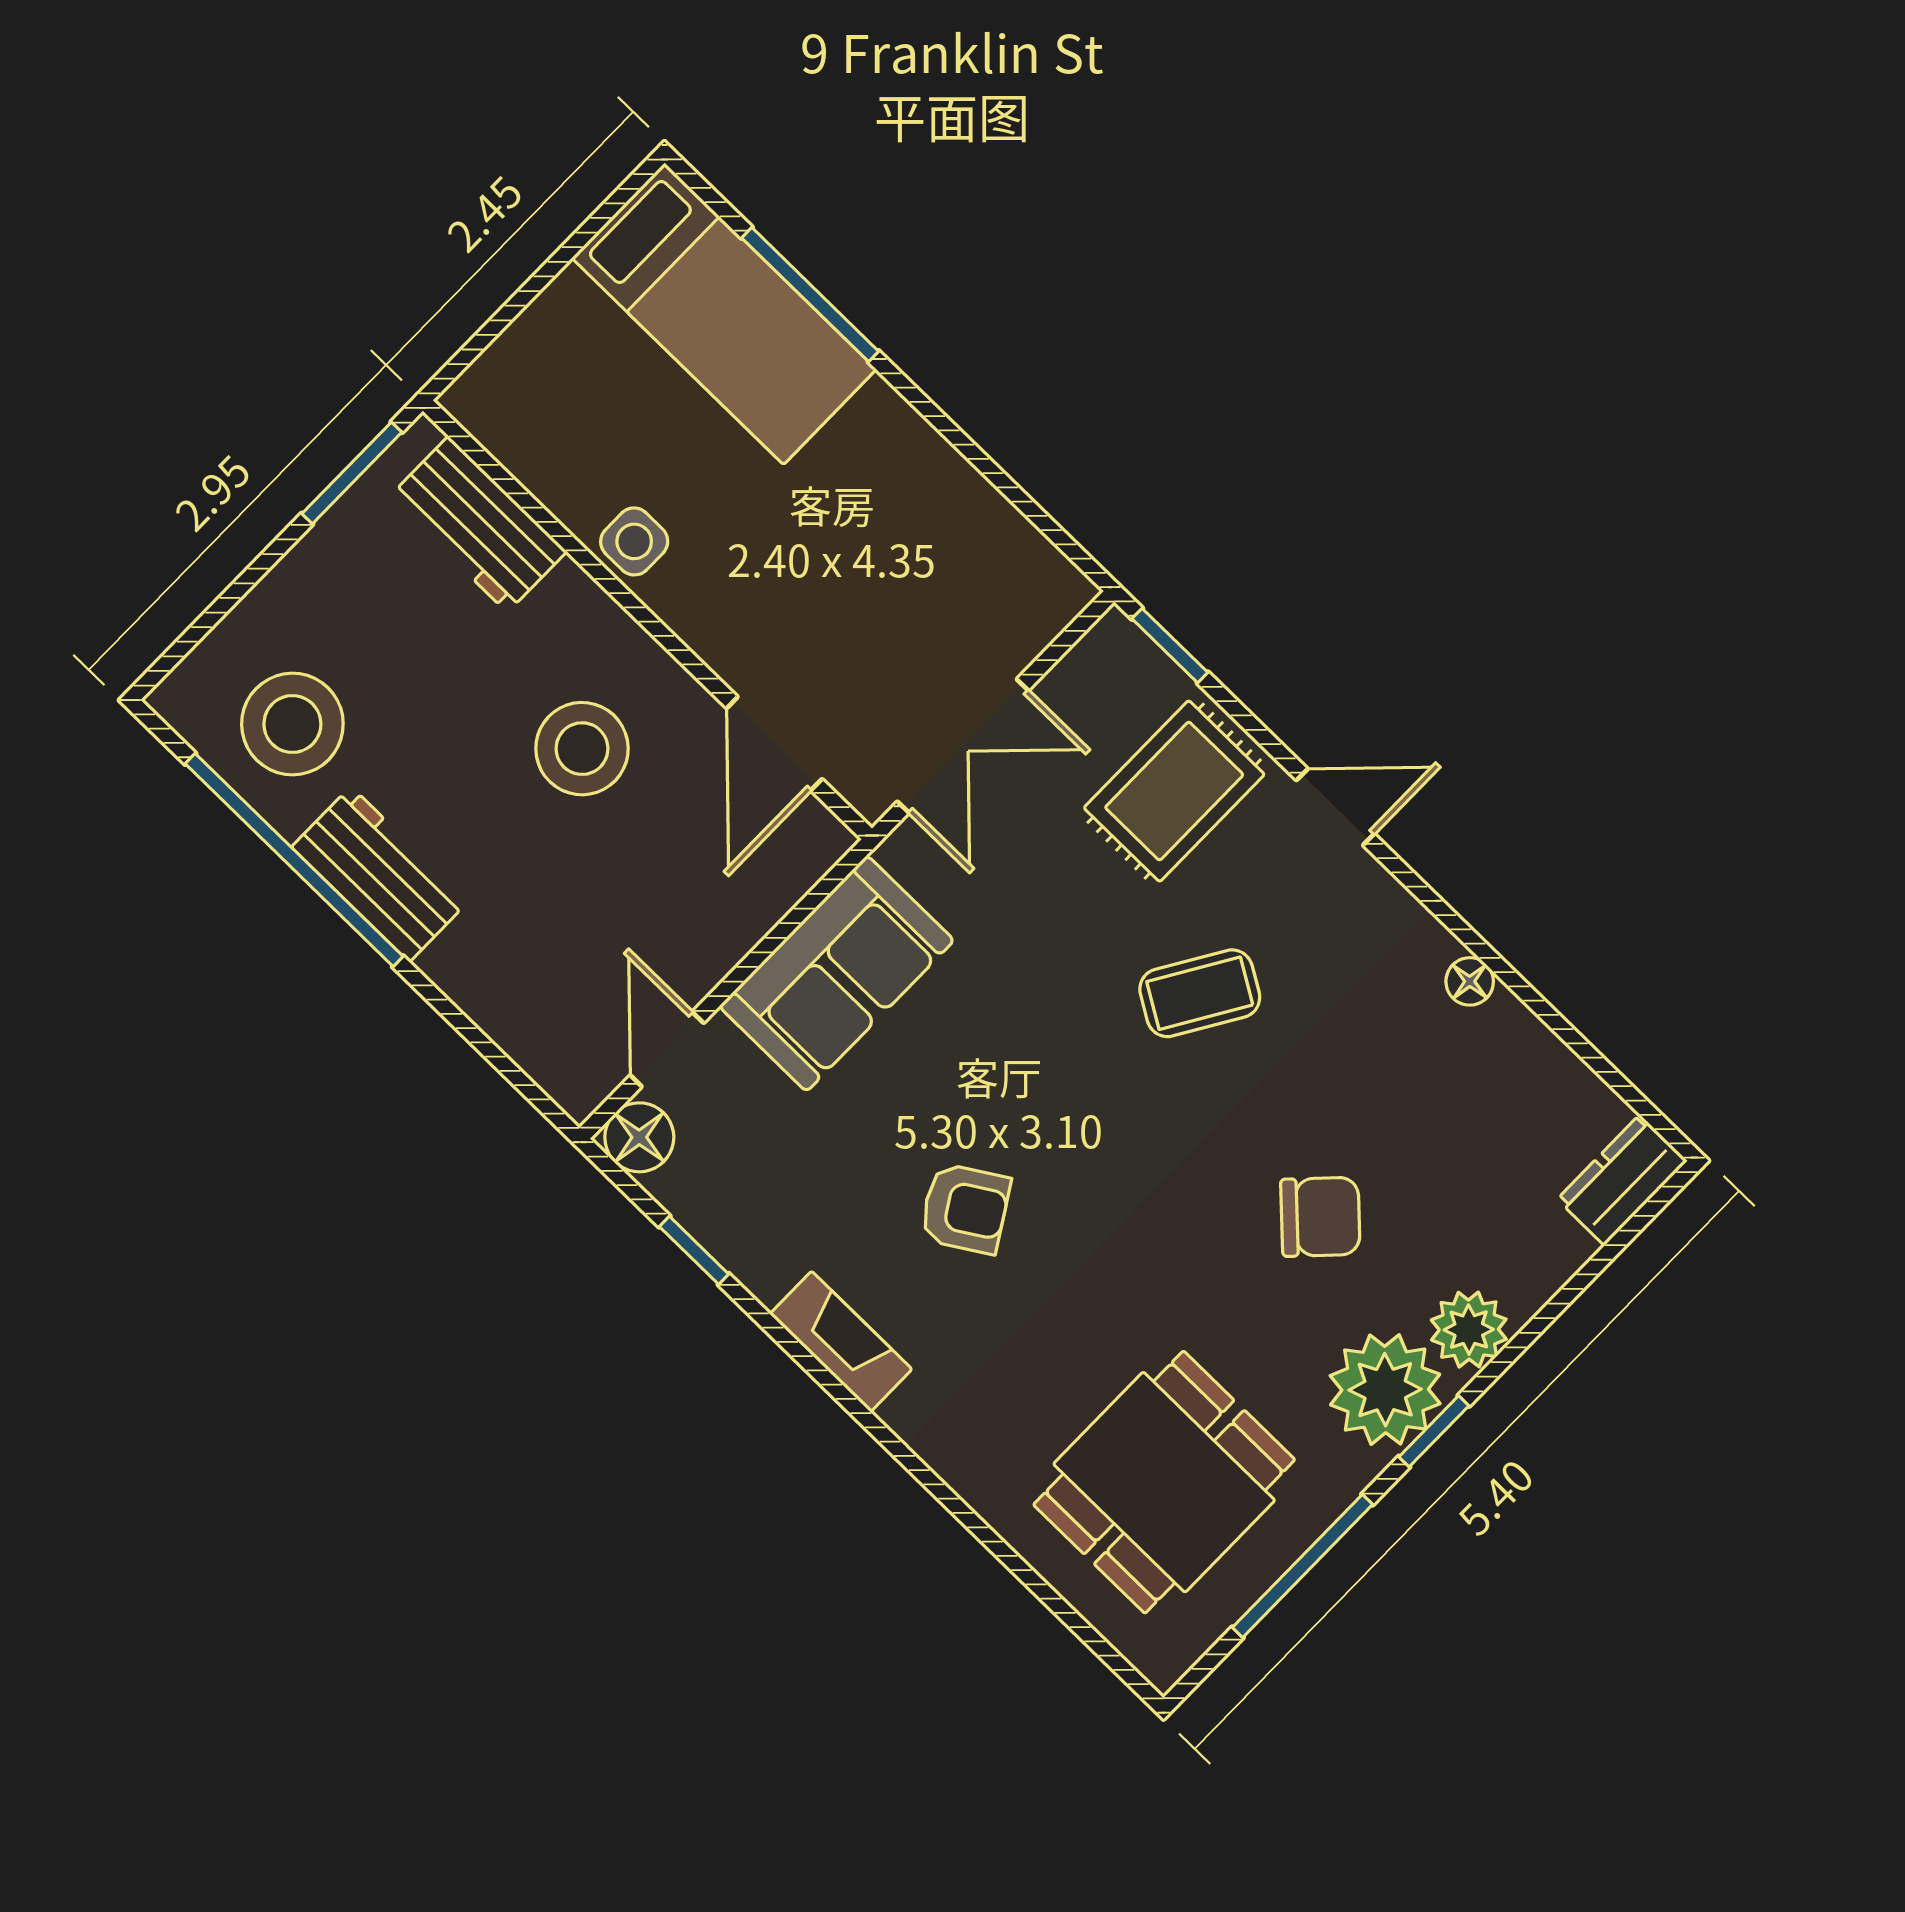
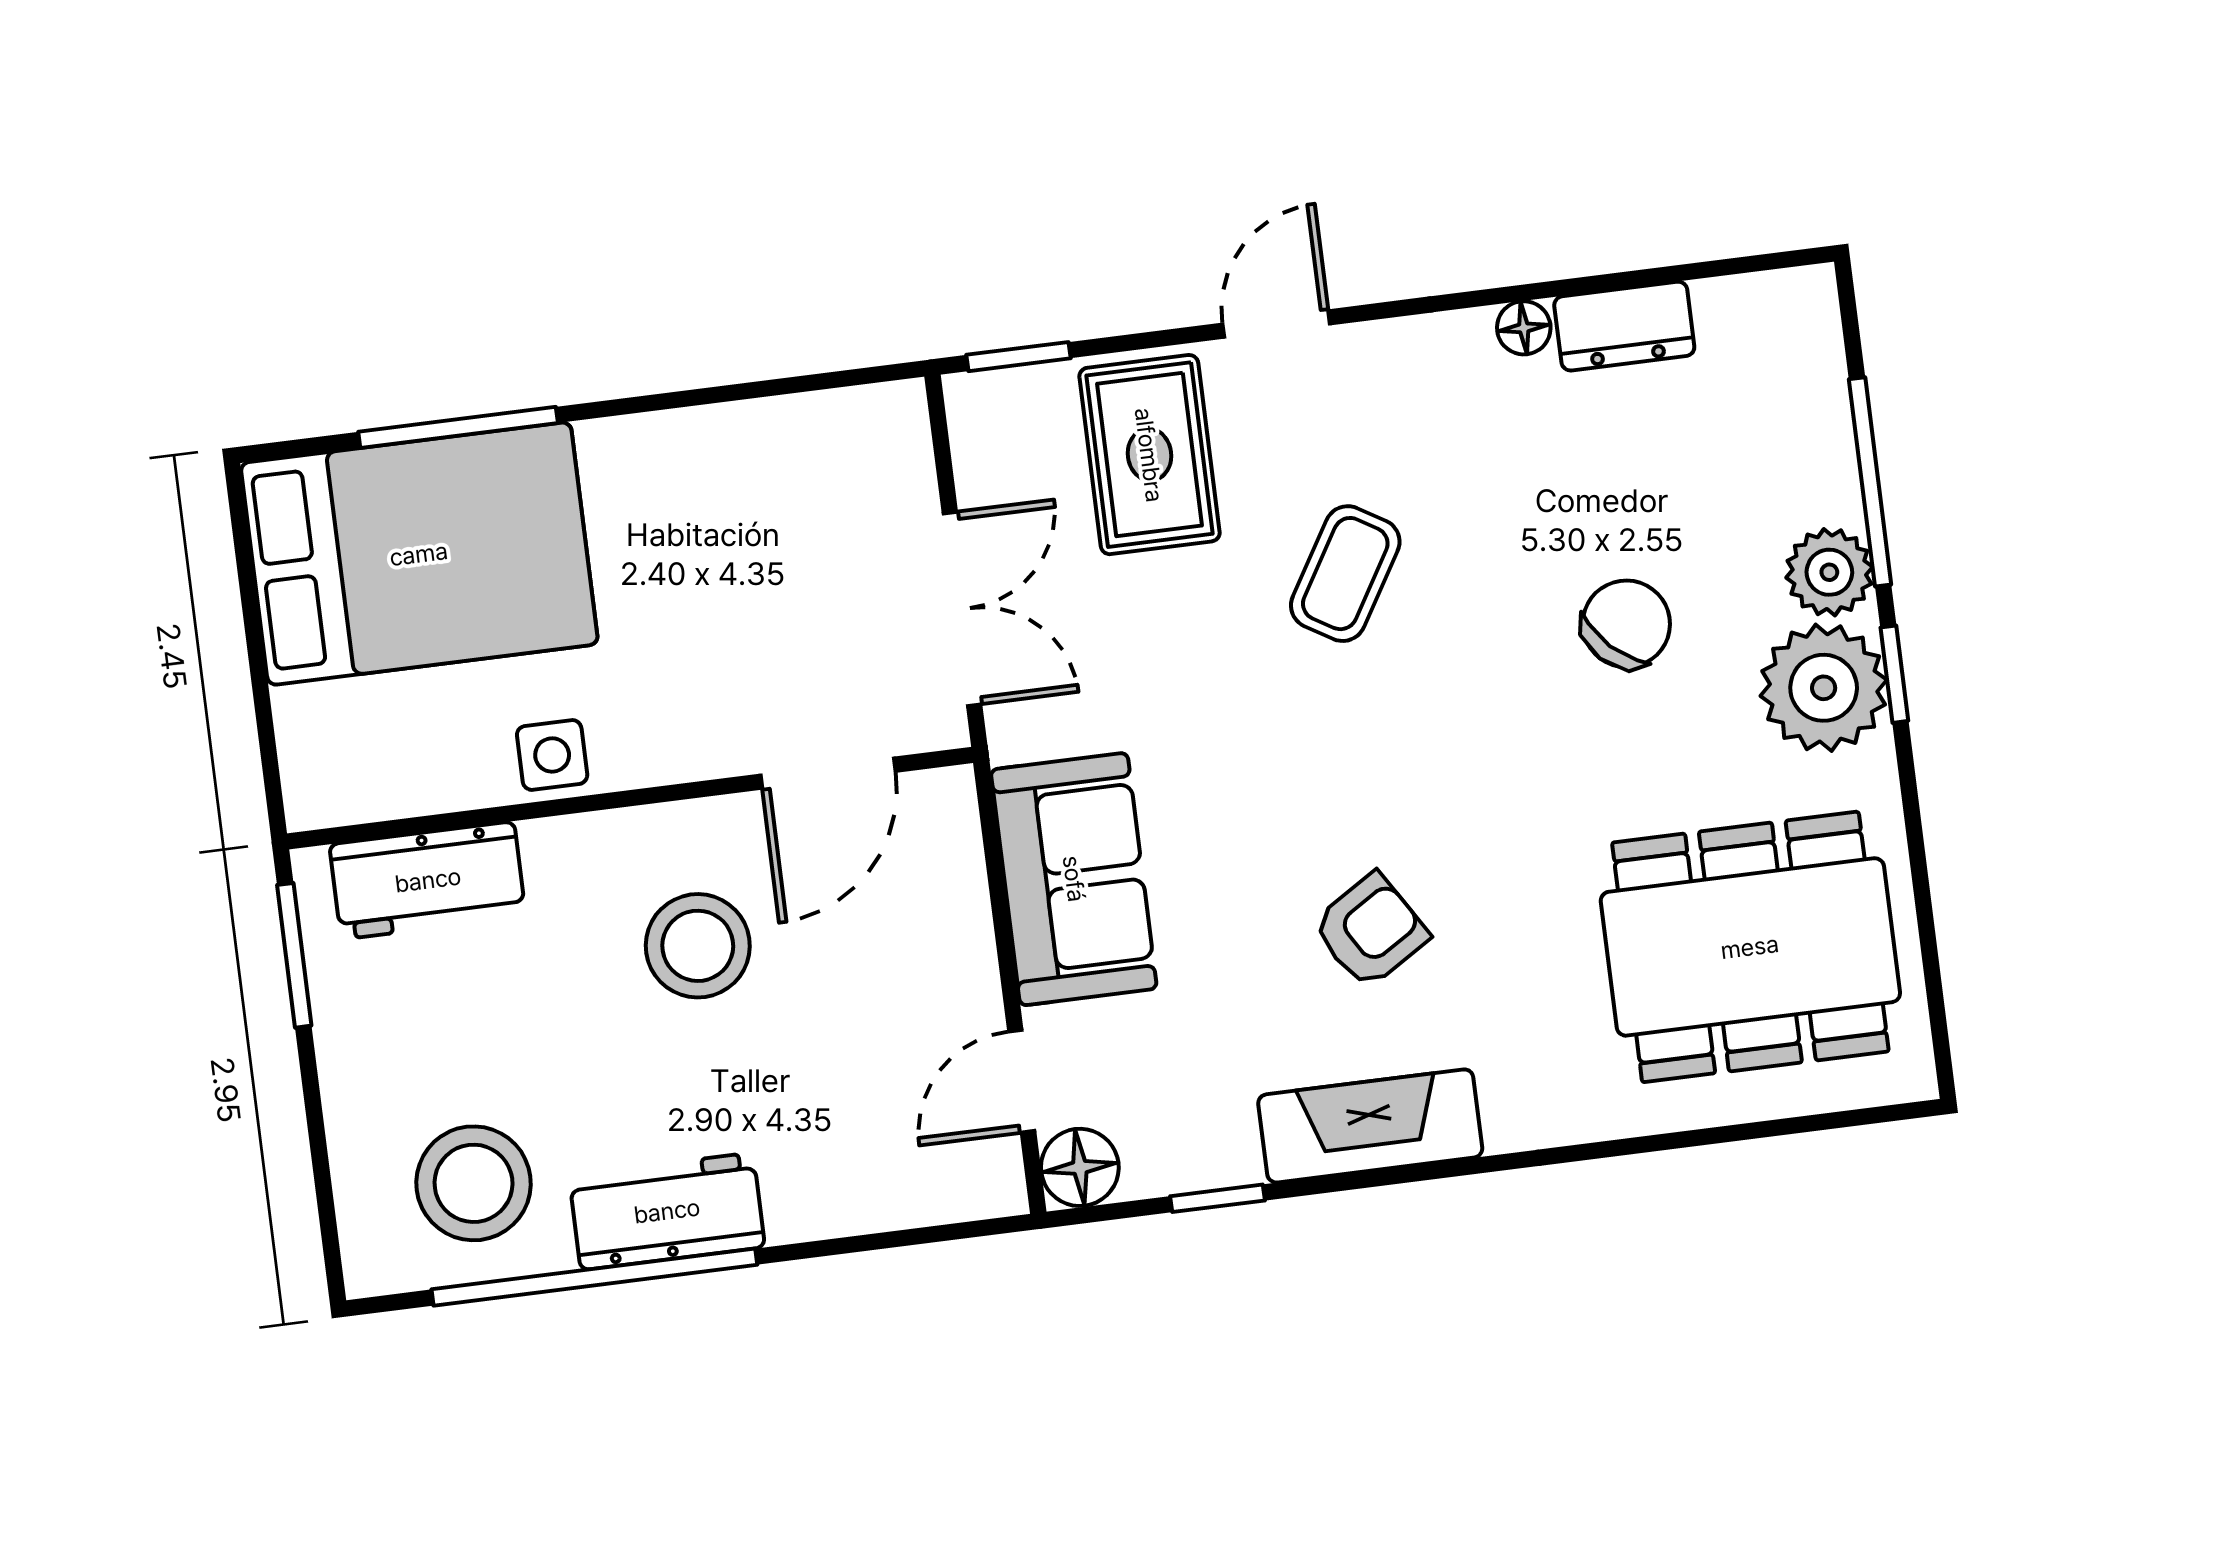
bed: (724, 314) -> (419, 554), width x1.50
door: (774, 744) -> (828, 773), hinge flipped
door: (667, 1049) -> (1022, 1081), hinge flipped
dresser: (1622, 1180) -> (1624, 326), moved, turned -90
fireplace: (841, 1342) -> (1370, 1126), width x1.37, depth x1.32
dining table: (1164, 1482) -> (1750, 947), width x1.38
window: (1302, 1566) -> (1870, 482), moved

